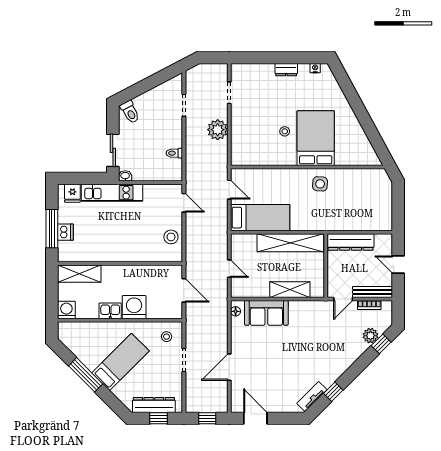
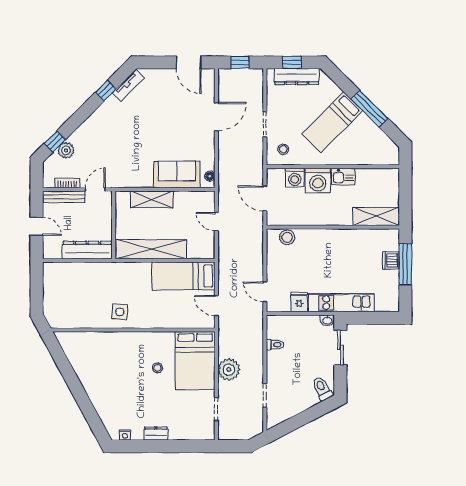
bed: (316, 138) -> (195, 361), moved
fridge: (72, 193) -> (299, 302), moved
stool: (171, 237) -> (287, 237), moved
washing machine: (66, 310) -> (295, 178), moved

